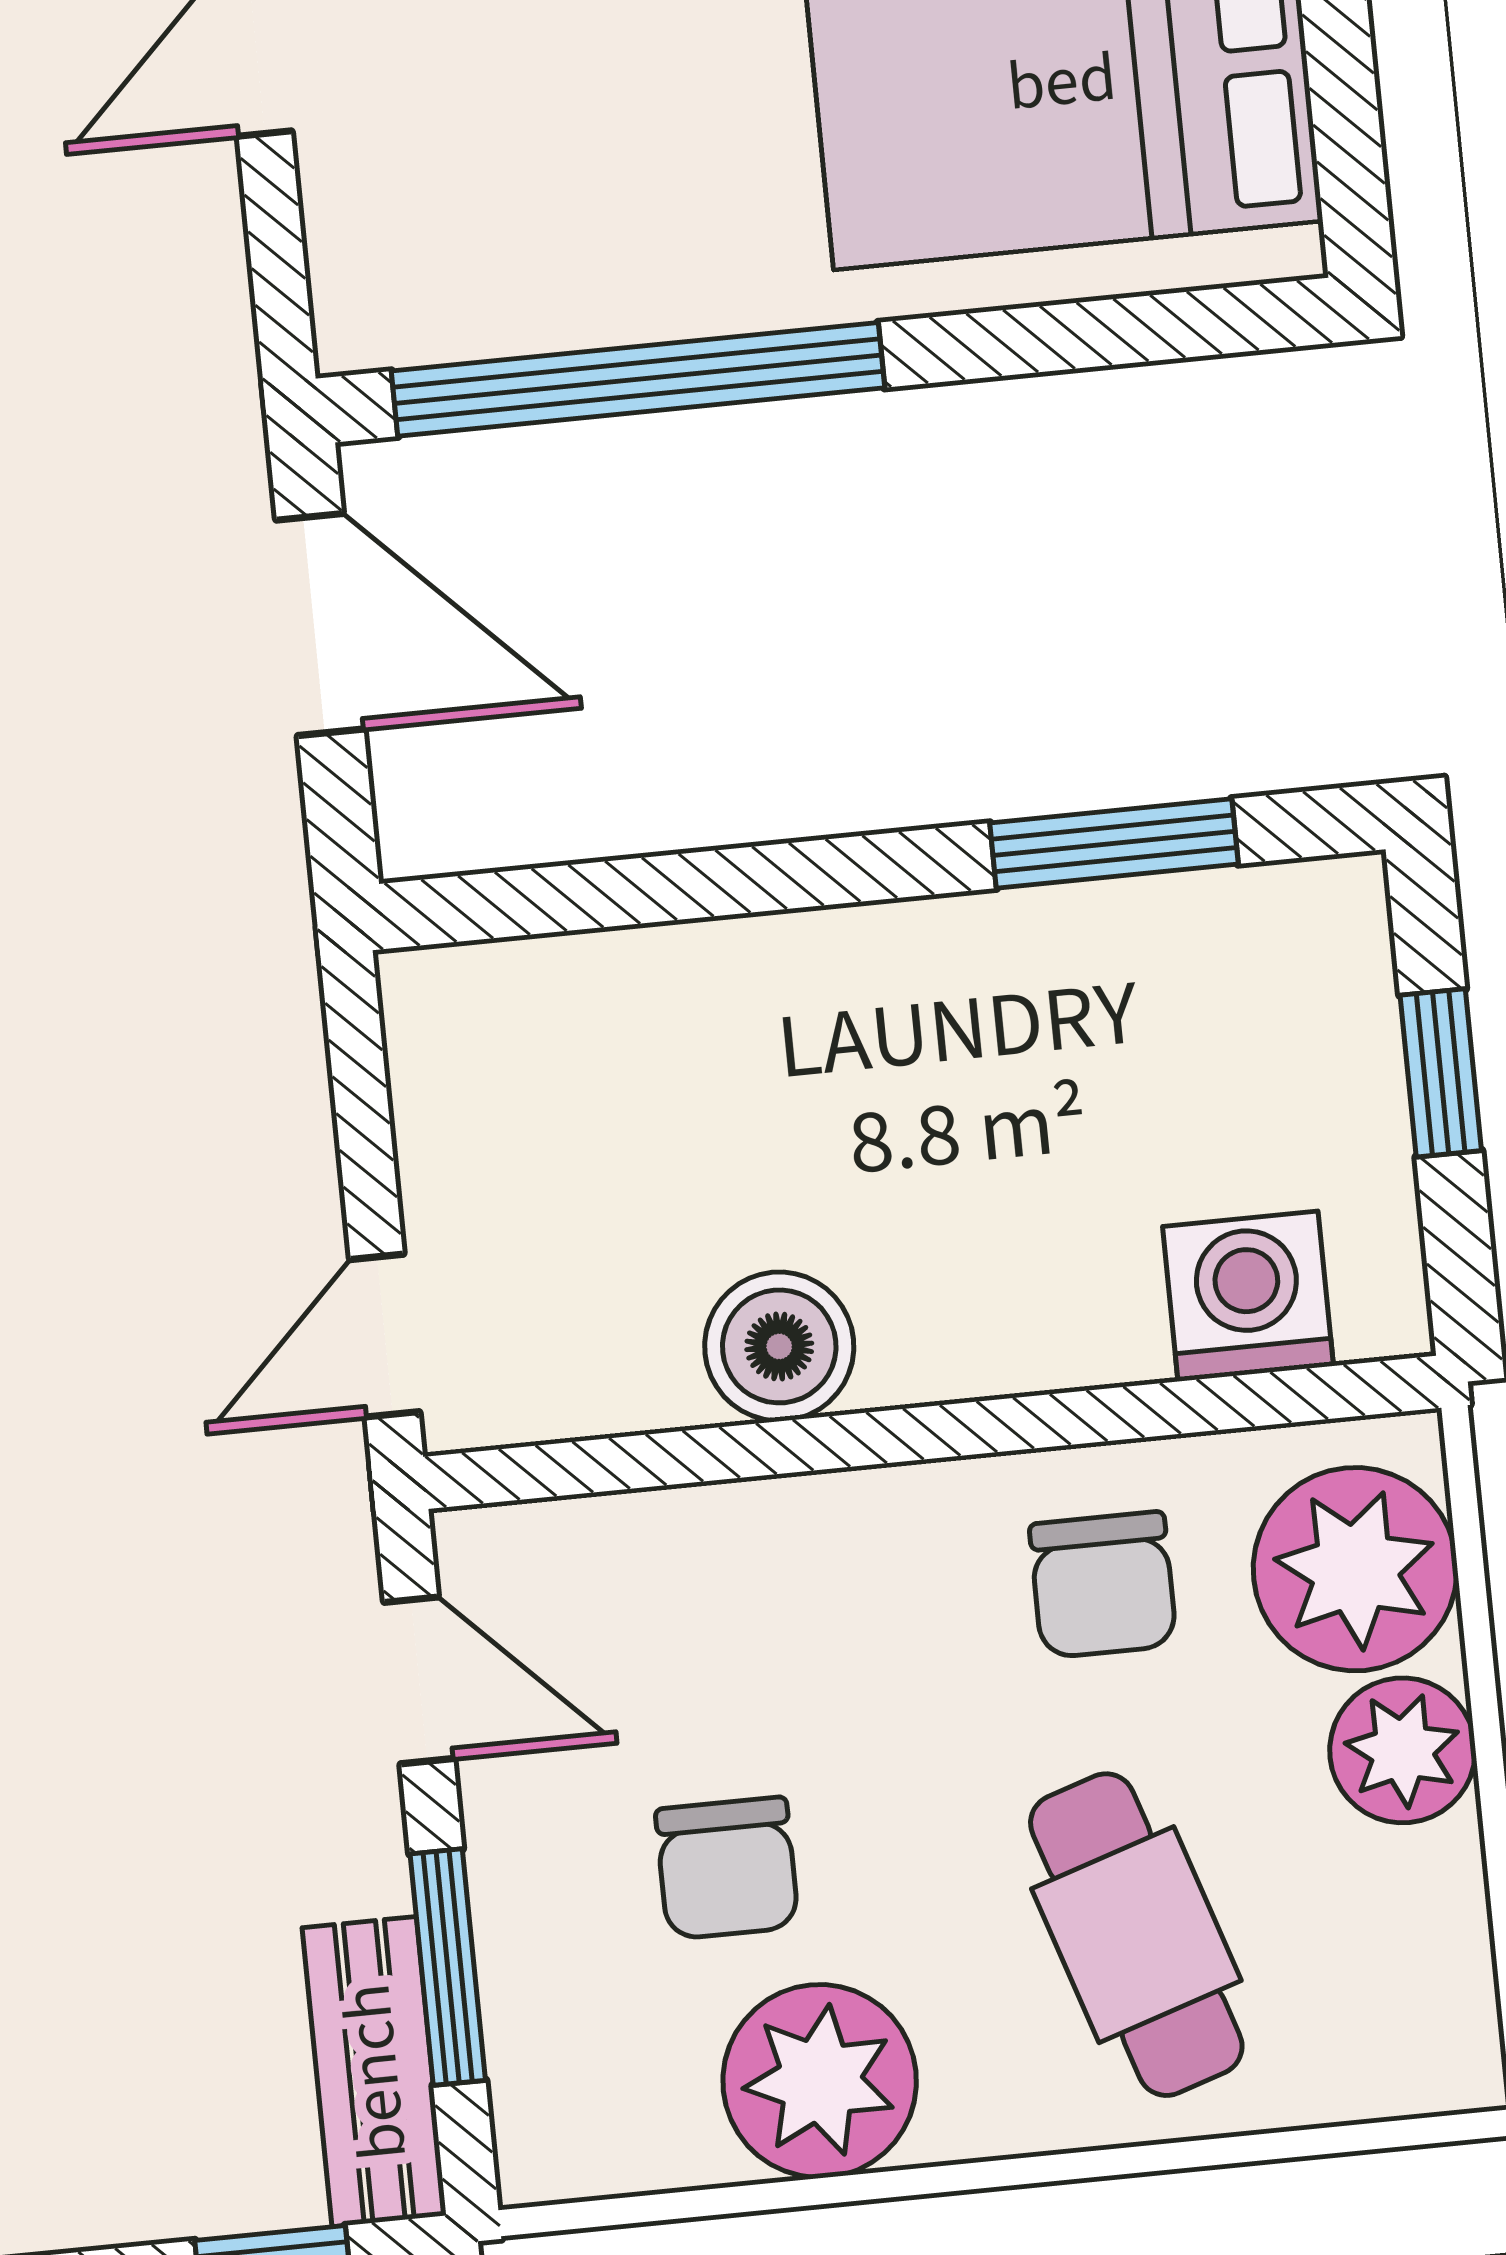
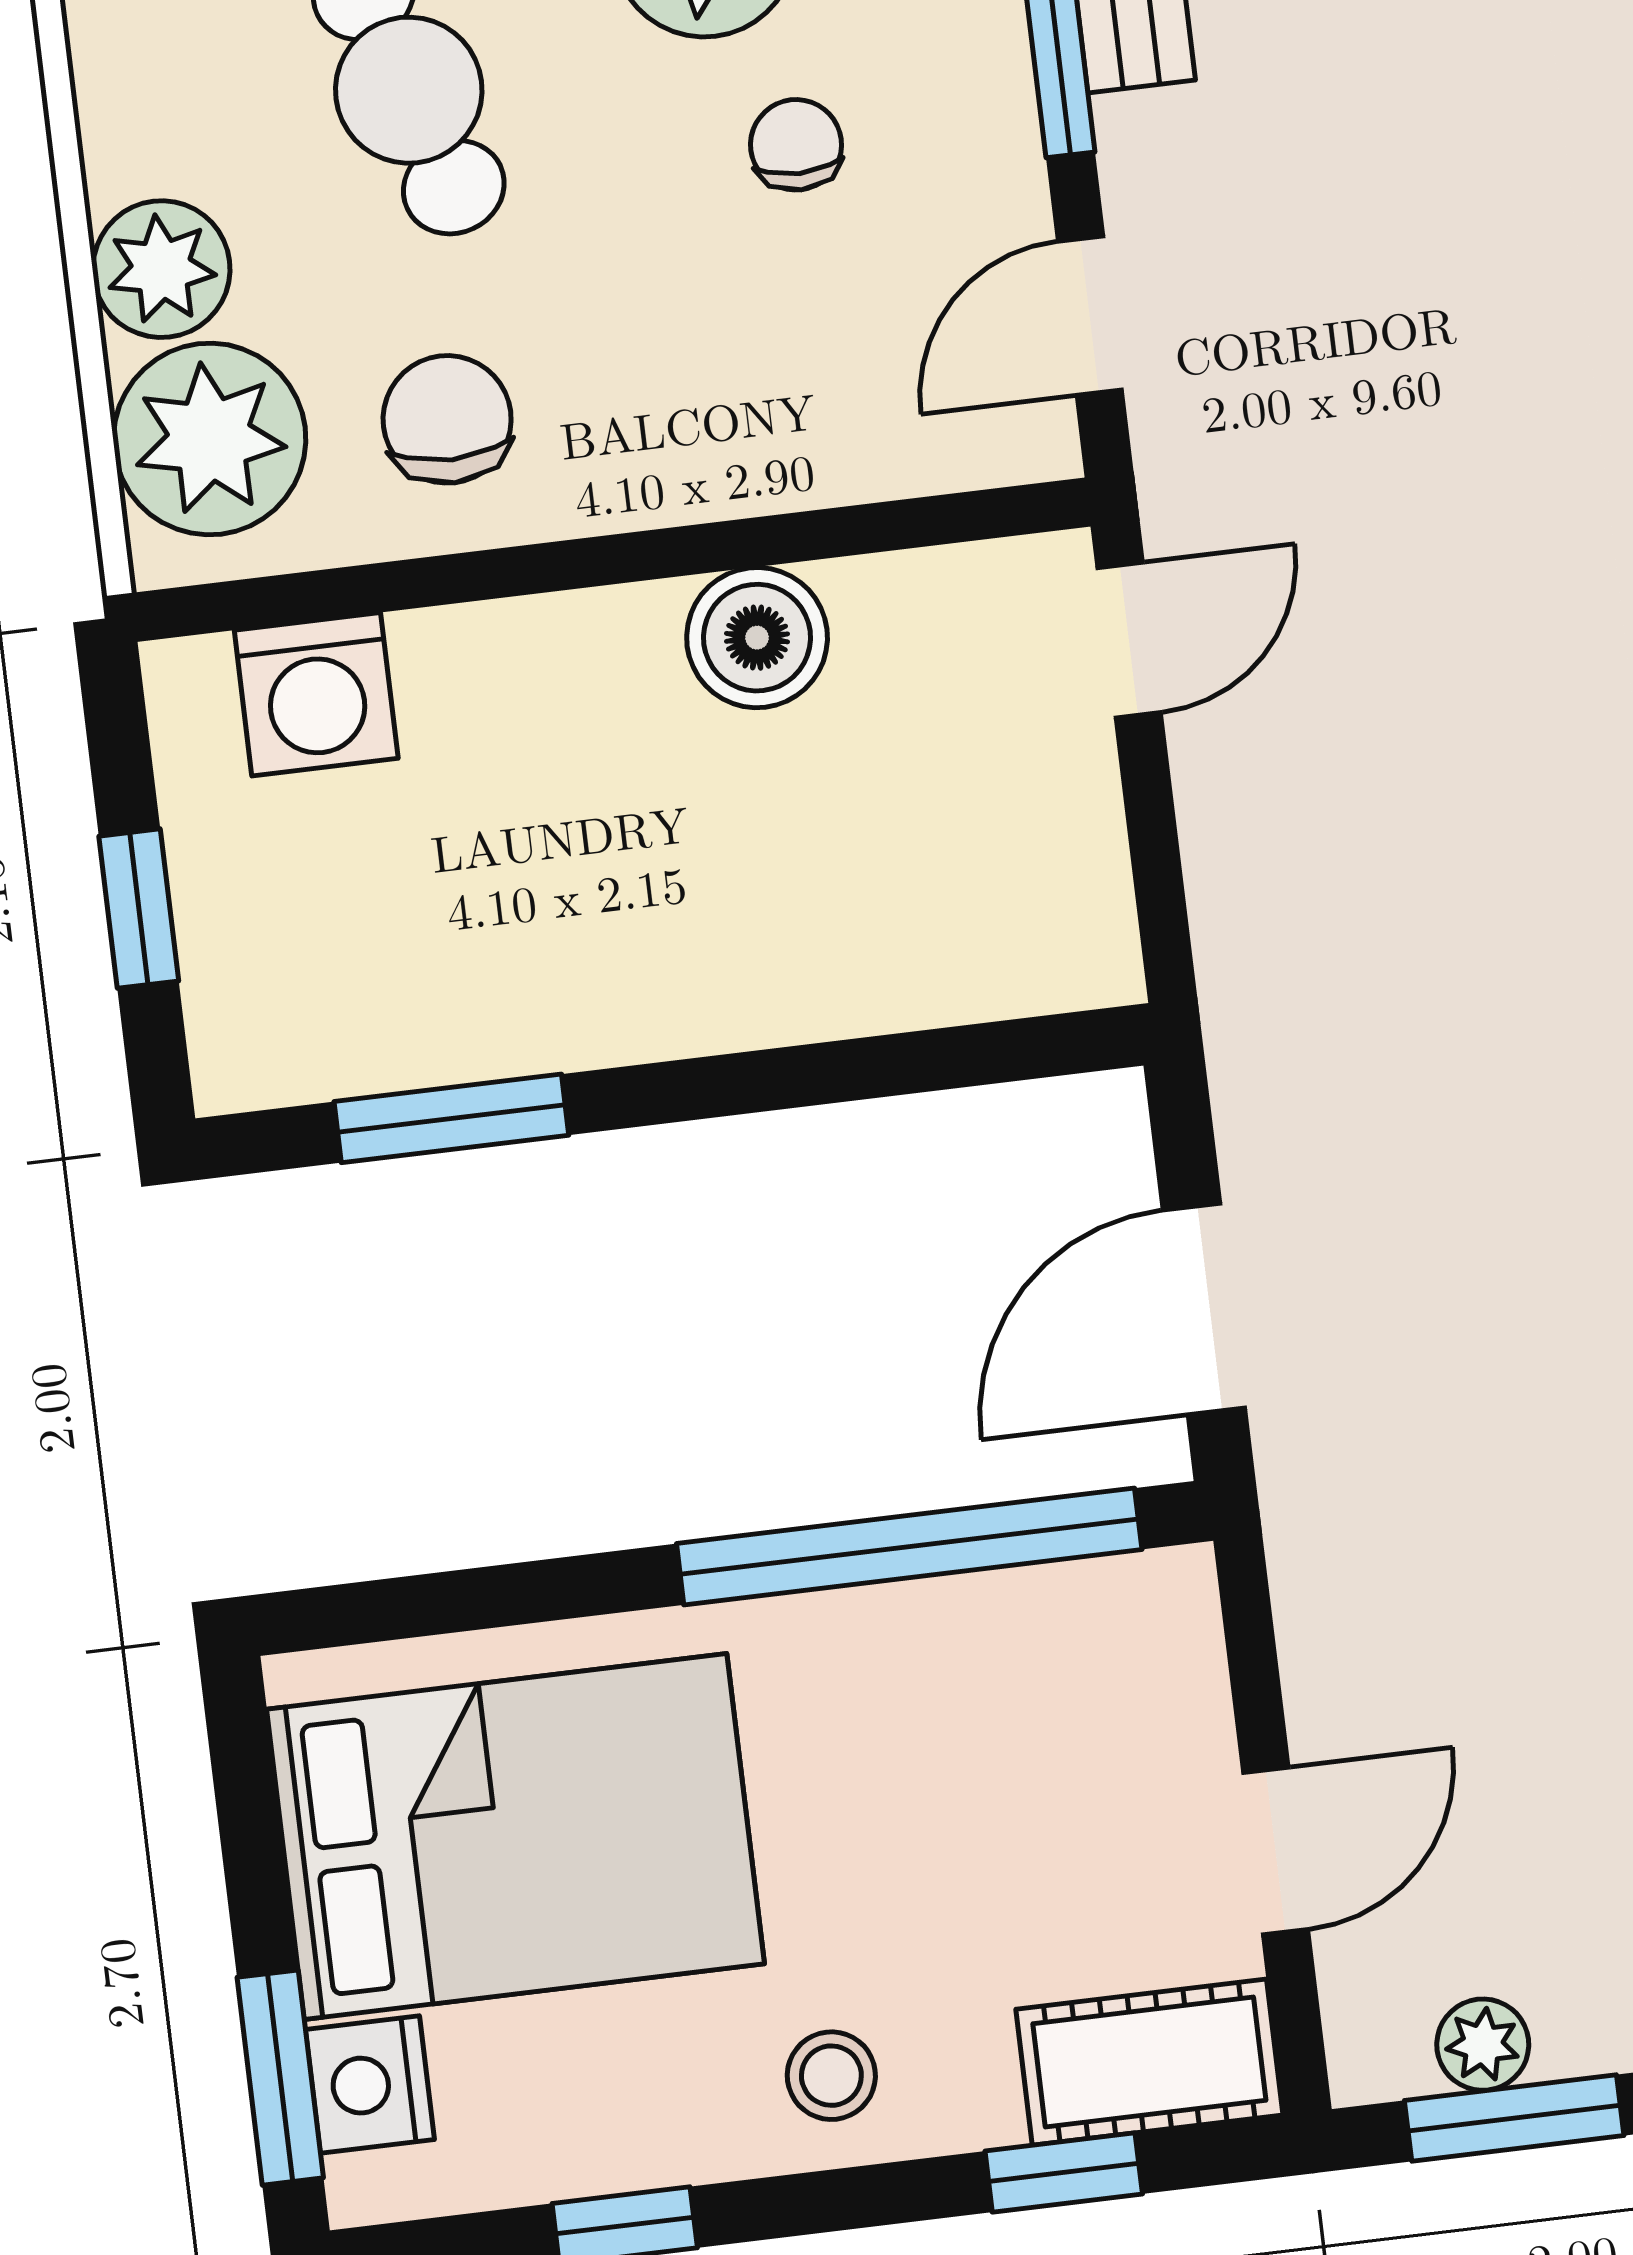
door: (320, 625) -> (1204, 1309), hinge flipped
door: (419, 1680) -> (1090, 316), hinge flipped
chair: (727, 1868) -> (796, 145), width x0.73, depth x0.73

